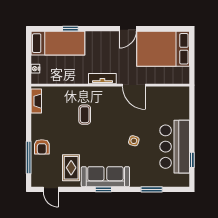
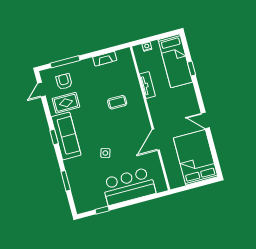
tv unit: (102, 79) -> (147, 85), moved
fireplace: (36, 101) -> (105, 59), moved
armchair: (42, 147) -> (64, 81), moved, turned 90
bar counter: (175, 147) -> (129, 186), moved

